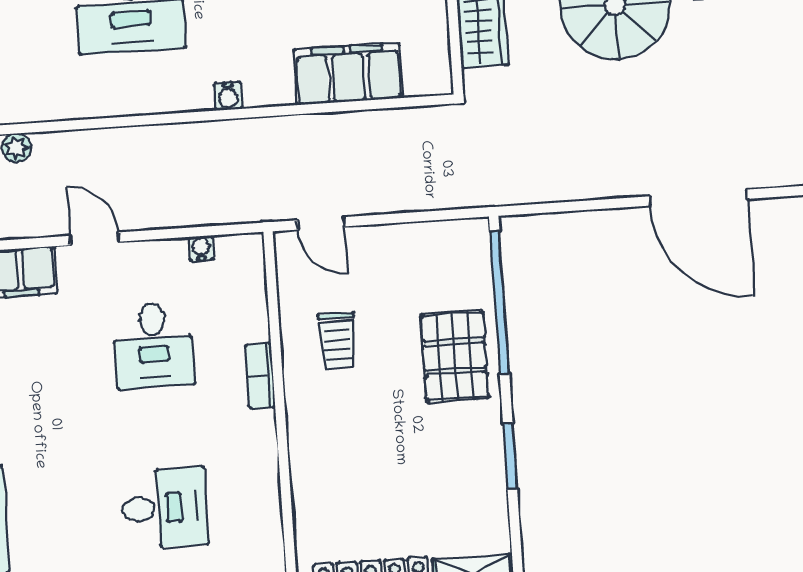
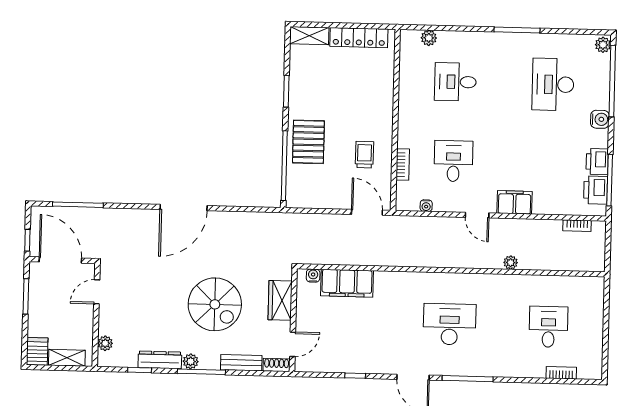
water cooler: (228, 96) -> (313, 276), moved
door: (698, 198) -> (184, 207), swing flipped
door: (321, 223) -> (367, 212), width x1.38
bookcase: (260, 376) -> (403, 164), moved

